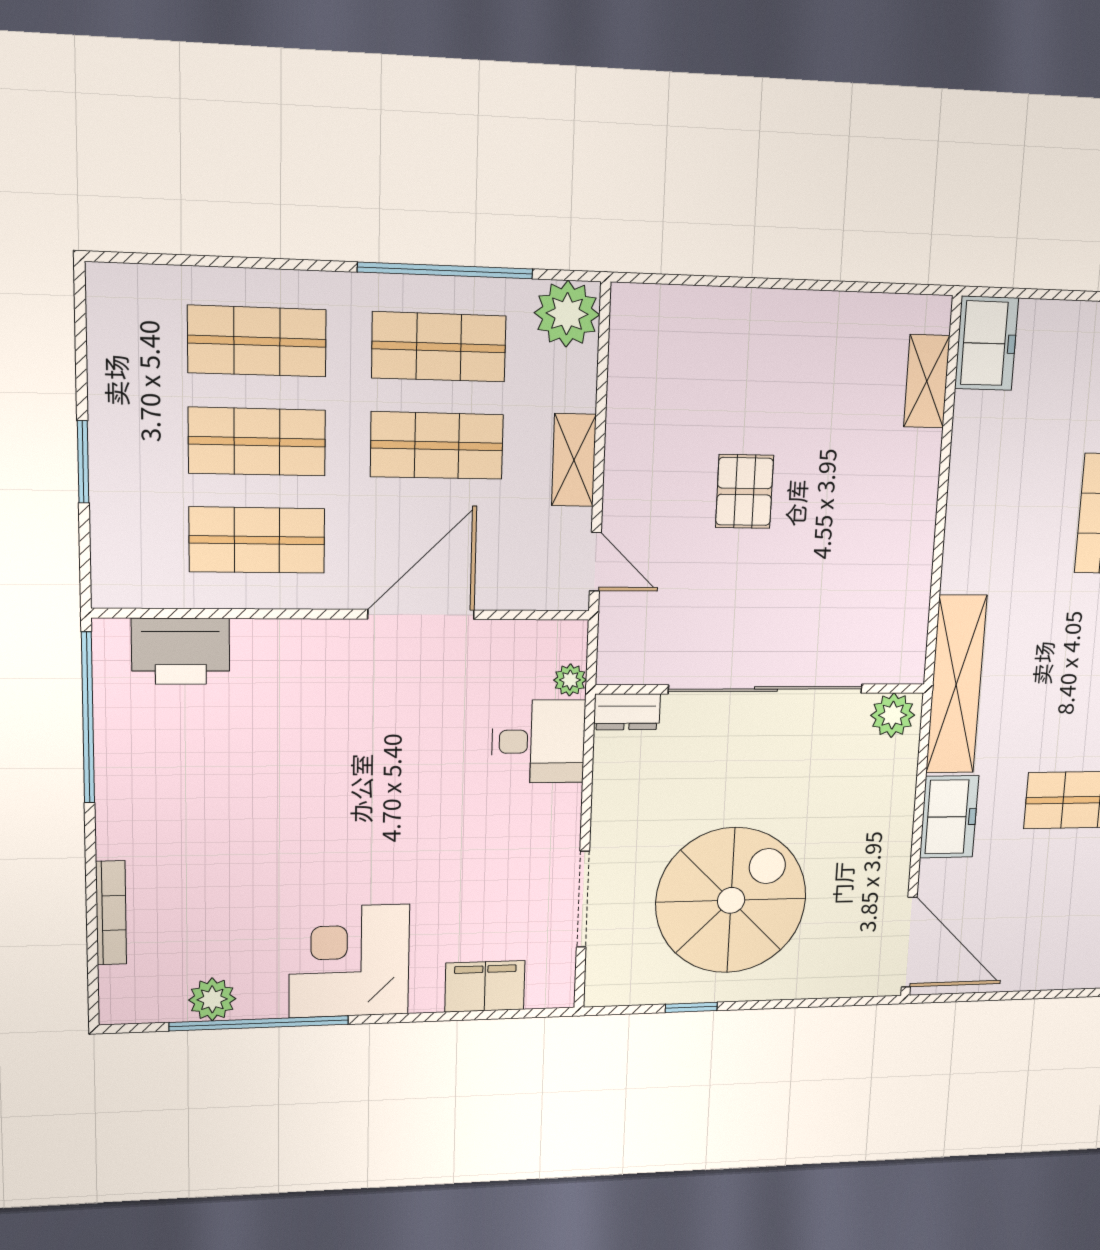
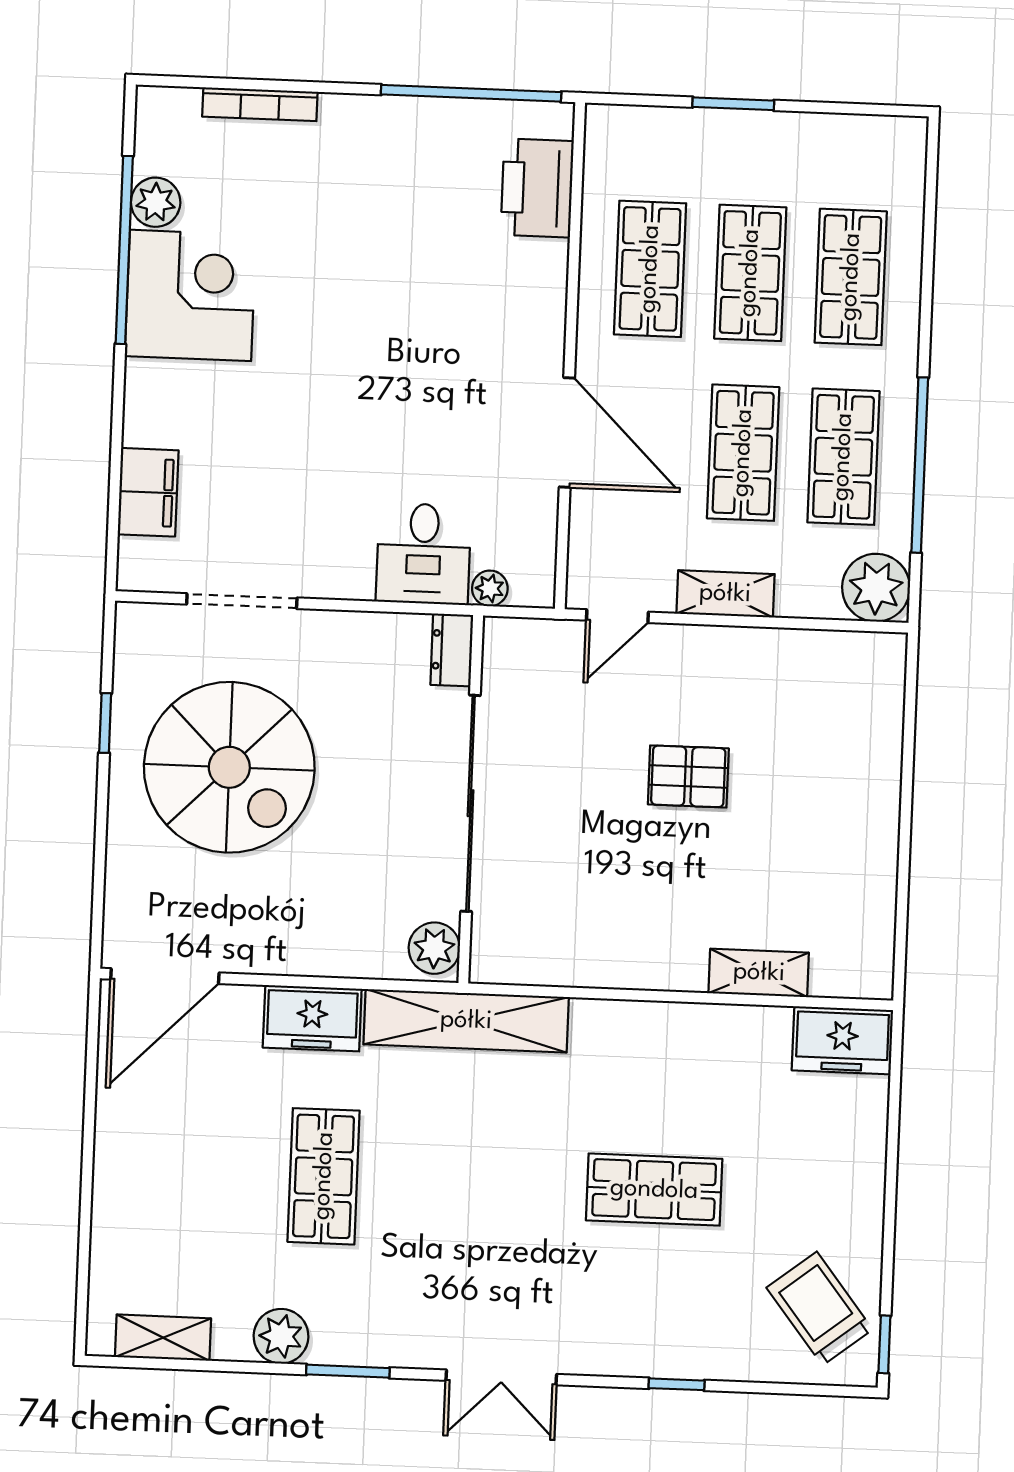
shelving: (927, 381) -> (759, 973), moved
corner desk: (349, 961) -> (190, 295), moved

